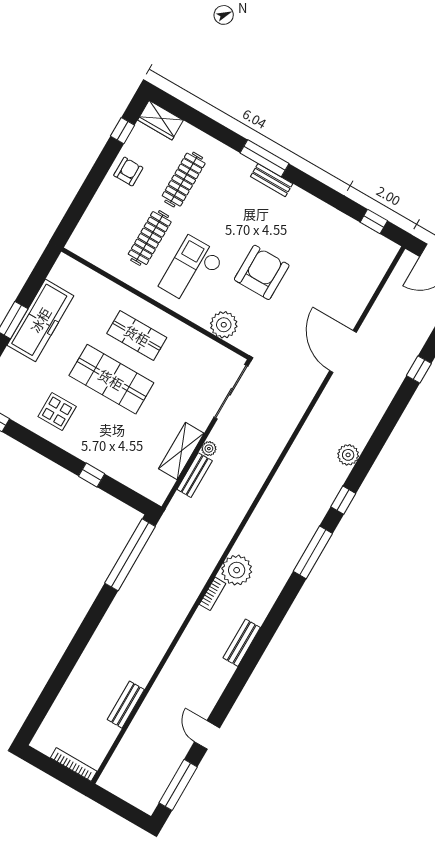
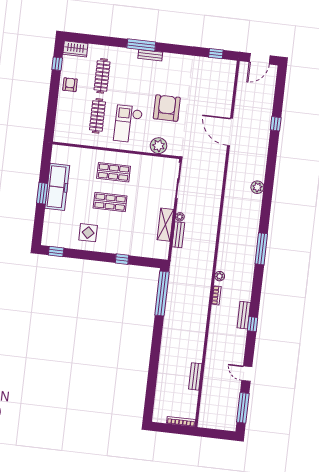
shop shelf: (111, 379) -> (110, 202), width x0.70, depth x0.74
window: (343, 500) -> (253, 324), moved
plant: (237, 570) -> (220, 276), width x0.53, depth x0.53

